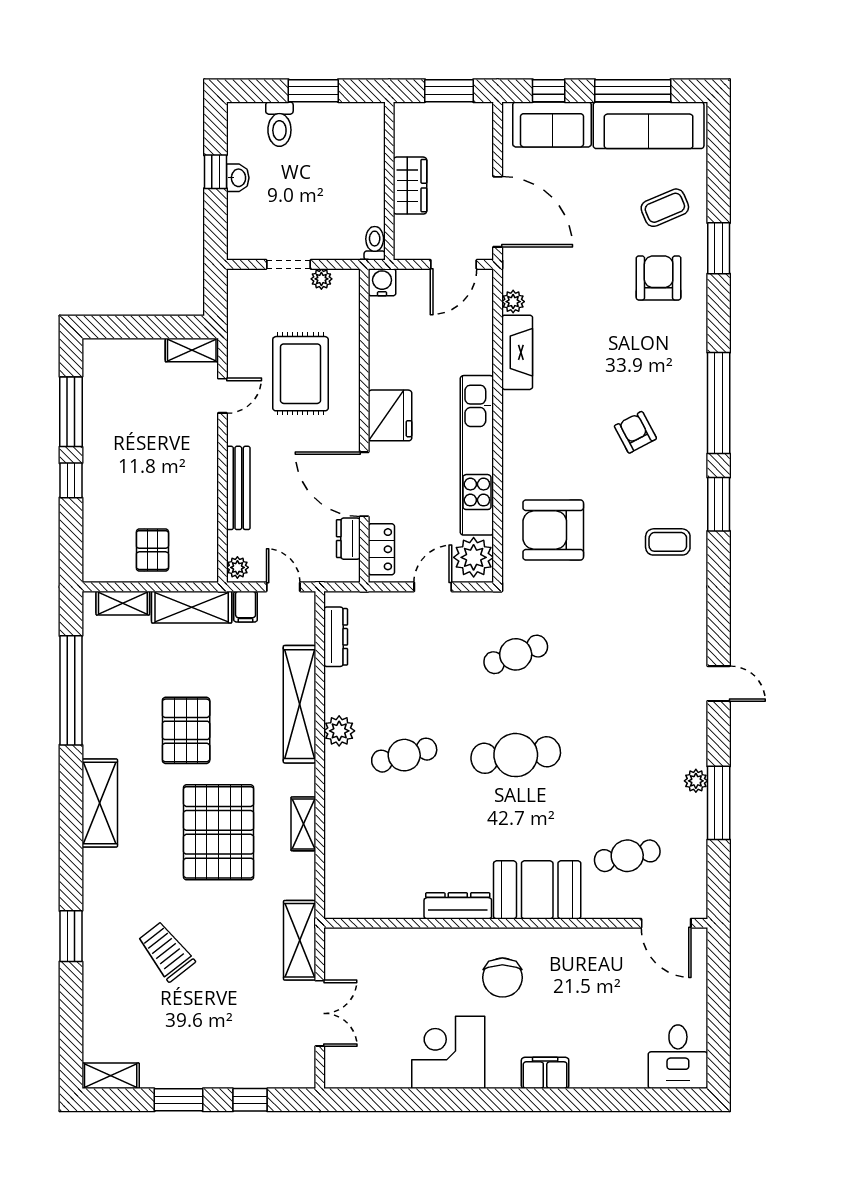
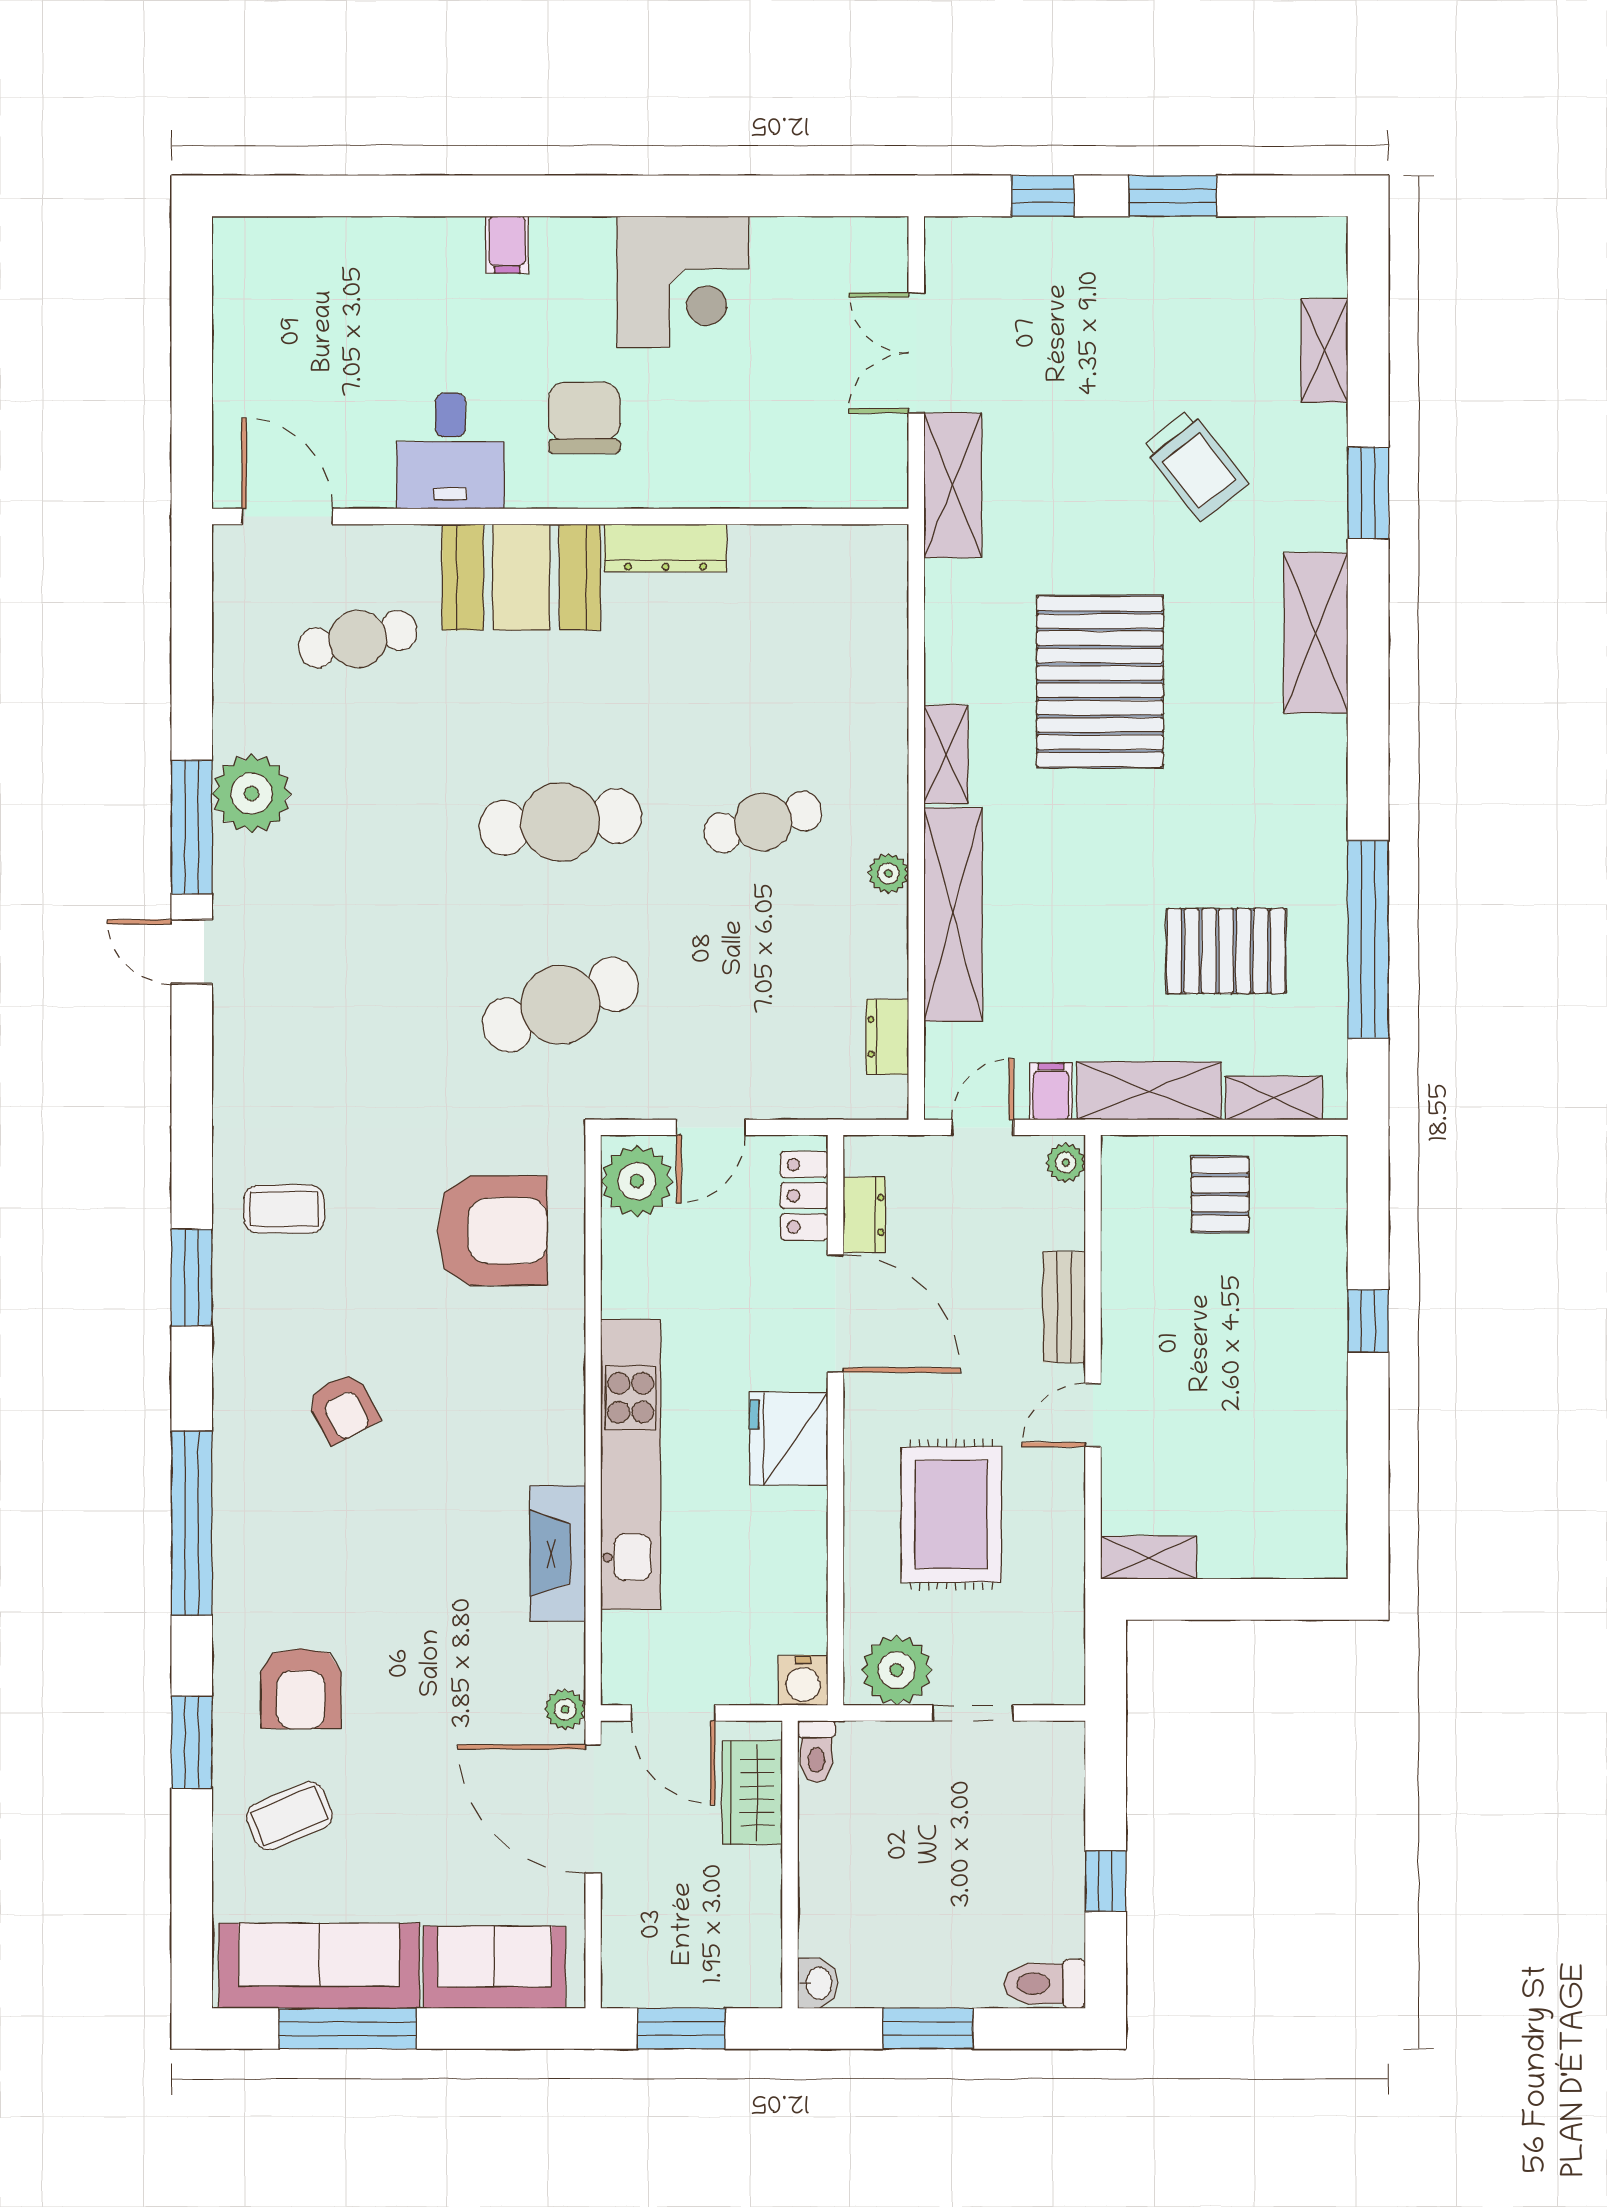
window: (549, 91) -> (500, 2029), removed
toilet: (279, 124) -> (1045, 1984), moved, turned -90
washbasin: (238, 178) -> (818, 1983), moved, turned 180
wardrobe: (410, 186) -> (752, 1793), moved
door: (454, 264) -> (673, 1713), swing flipped
plant: (321, 279) -> (897, 1670), width x1.88, depth x1.88
plant: (513, 302) -> (565, 1709), moved
door: (222, 396) -> (1093, 1415), moved
window: (719, 403) -> (192, 1523), moved
window: (71, 412) -> (1368, 1445), removed
kitchen unit: (477, 455) -> (631, 1465), moved
bench: (238, 488) -> (1064, 1307), width x0.73
door: (283, 587) -> (983, 1127), swing flipped
dresser: (336, 637) -> (887, 1037), width x0.70
cafe table: (516, 654) -> (560, 1005), width x1.37, depth x1.35
pallet: (186, 730) -> (1226, 951), moved, turned 90
plant: (339, 731) -> (888, 873), width x0.73, depth x0.73
plant: (696, 781) -> (252, 794), width x1.87, depth x1.87
shelving: (100, 803) -> (1316, 633), moved
window: (719, 803) -> (192, 827), moved
shelving: (303, 824) -> (946, 754), moved
desk: (678, 1057) -> (450, 451), moved, turned 180
filing cabinet: (545, 1073) -> (507, 245), width x0.50
shelving: (111, 1076) -> (1325, 351), moved, turned 90

